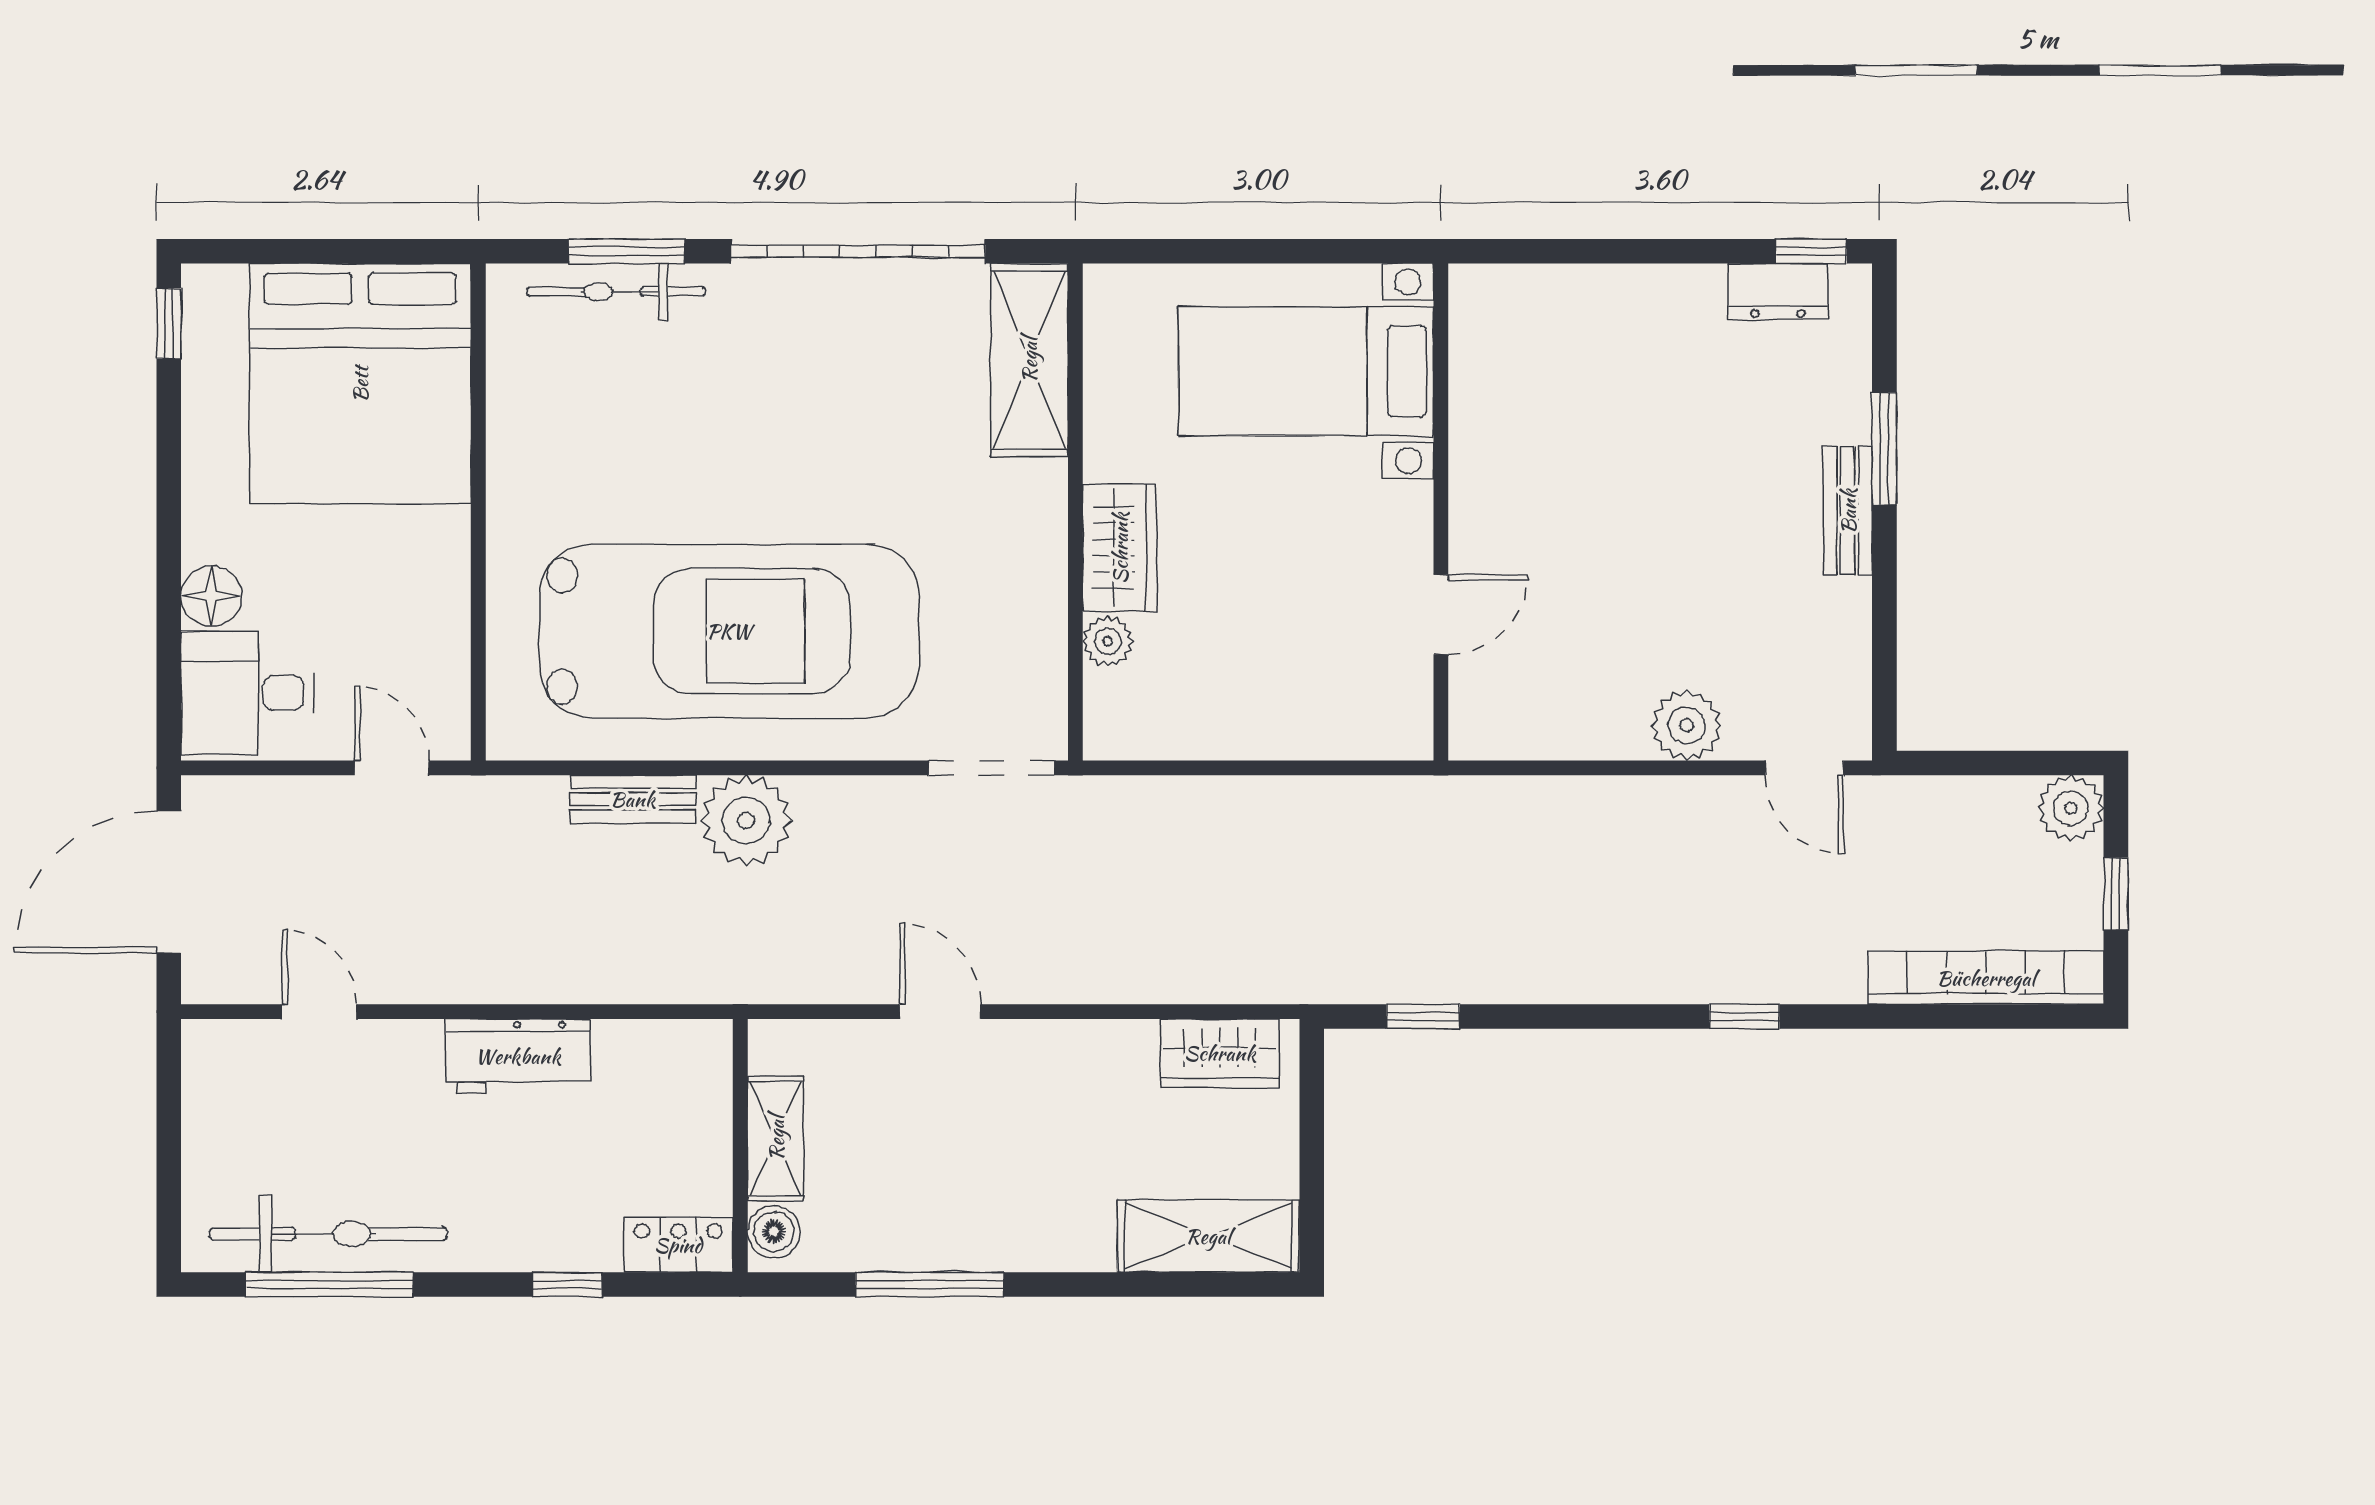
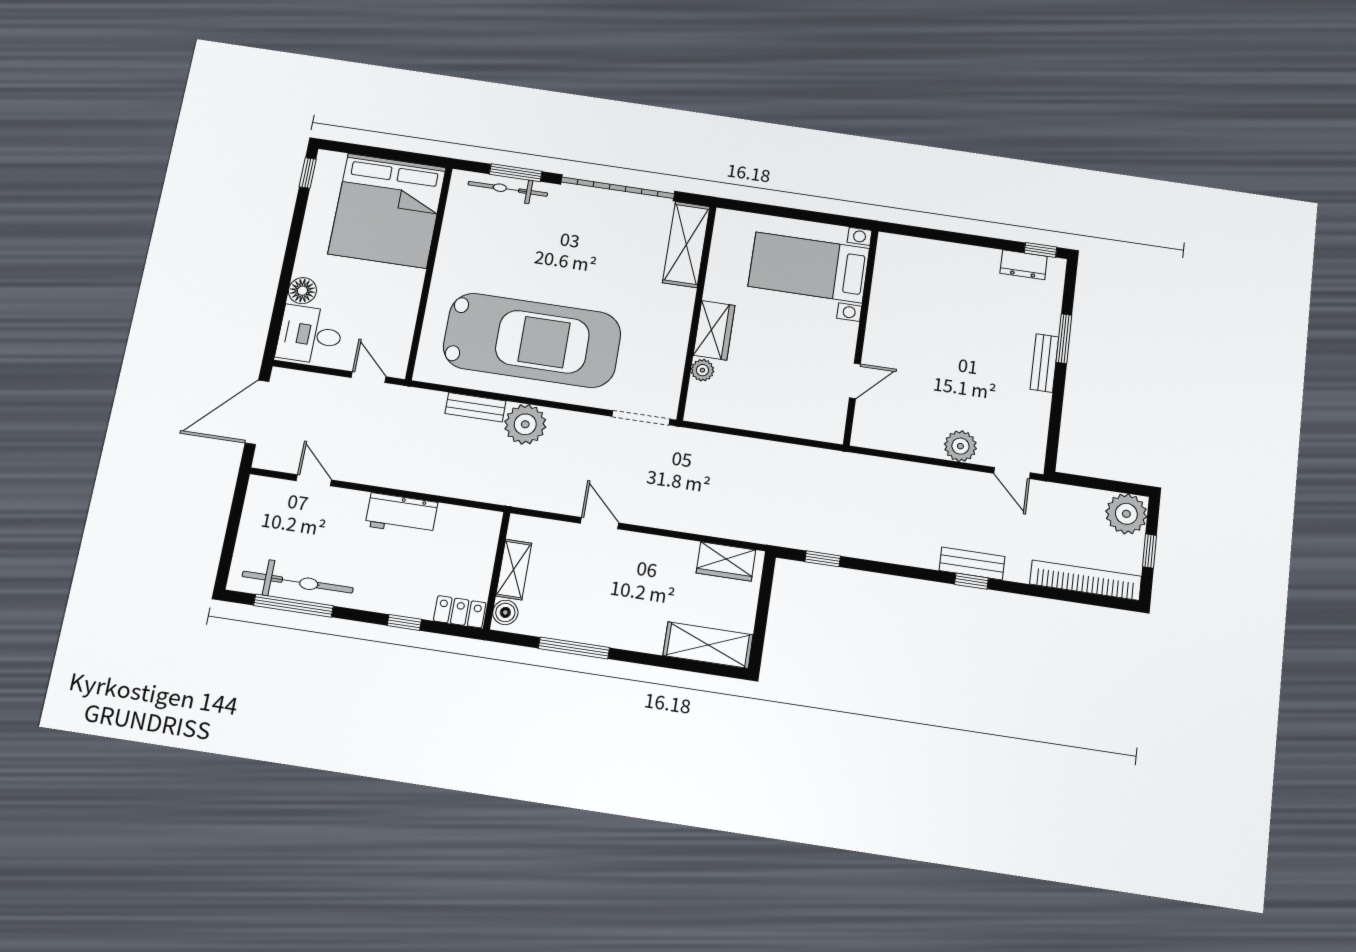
plant: (2071, 808) -> (1126, 514), width x1.36, depth x1.36
bench: (1741, 978) -> (972, 564), added

